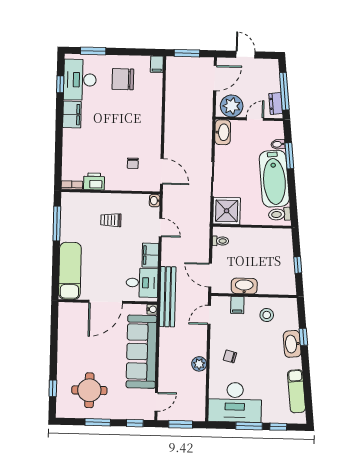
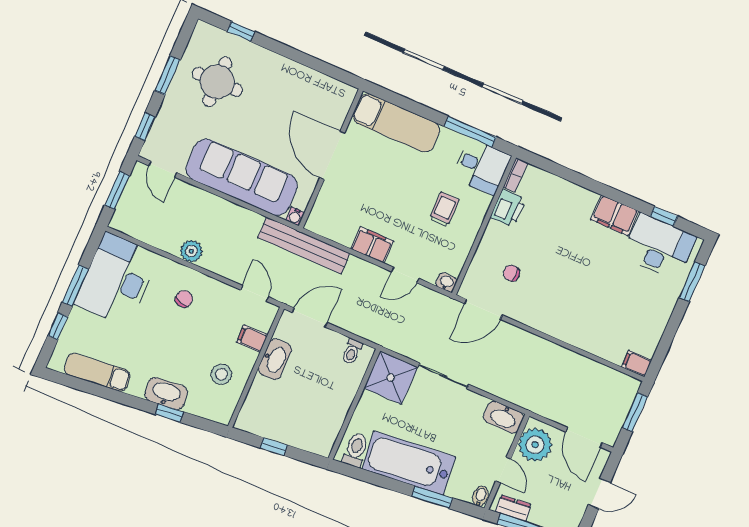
chair: (123, 79) -> (635, 307), removed
bidet: (278, 144) -> (480, 496), moved
desk: (142, 283) -> (481, 166), moved, turned -90

